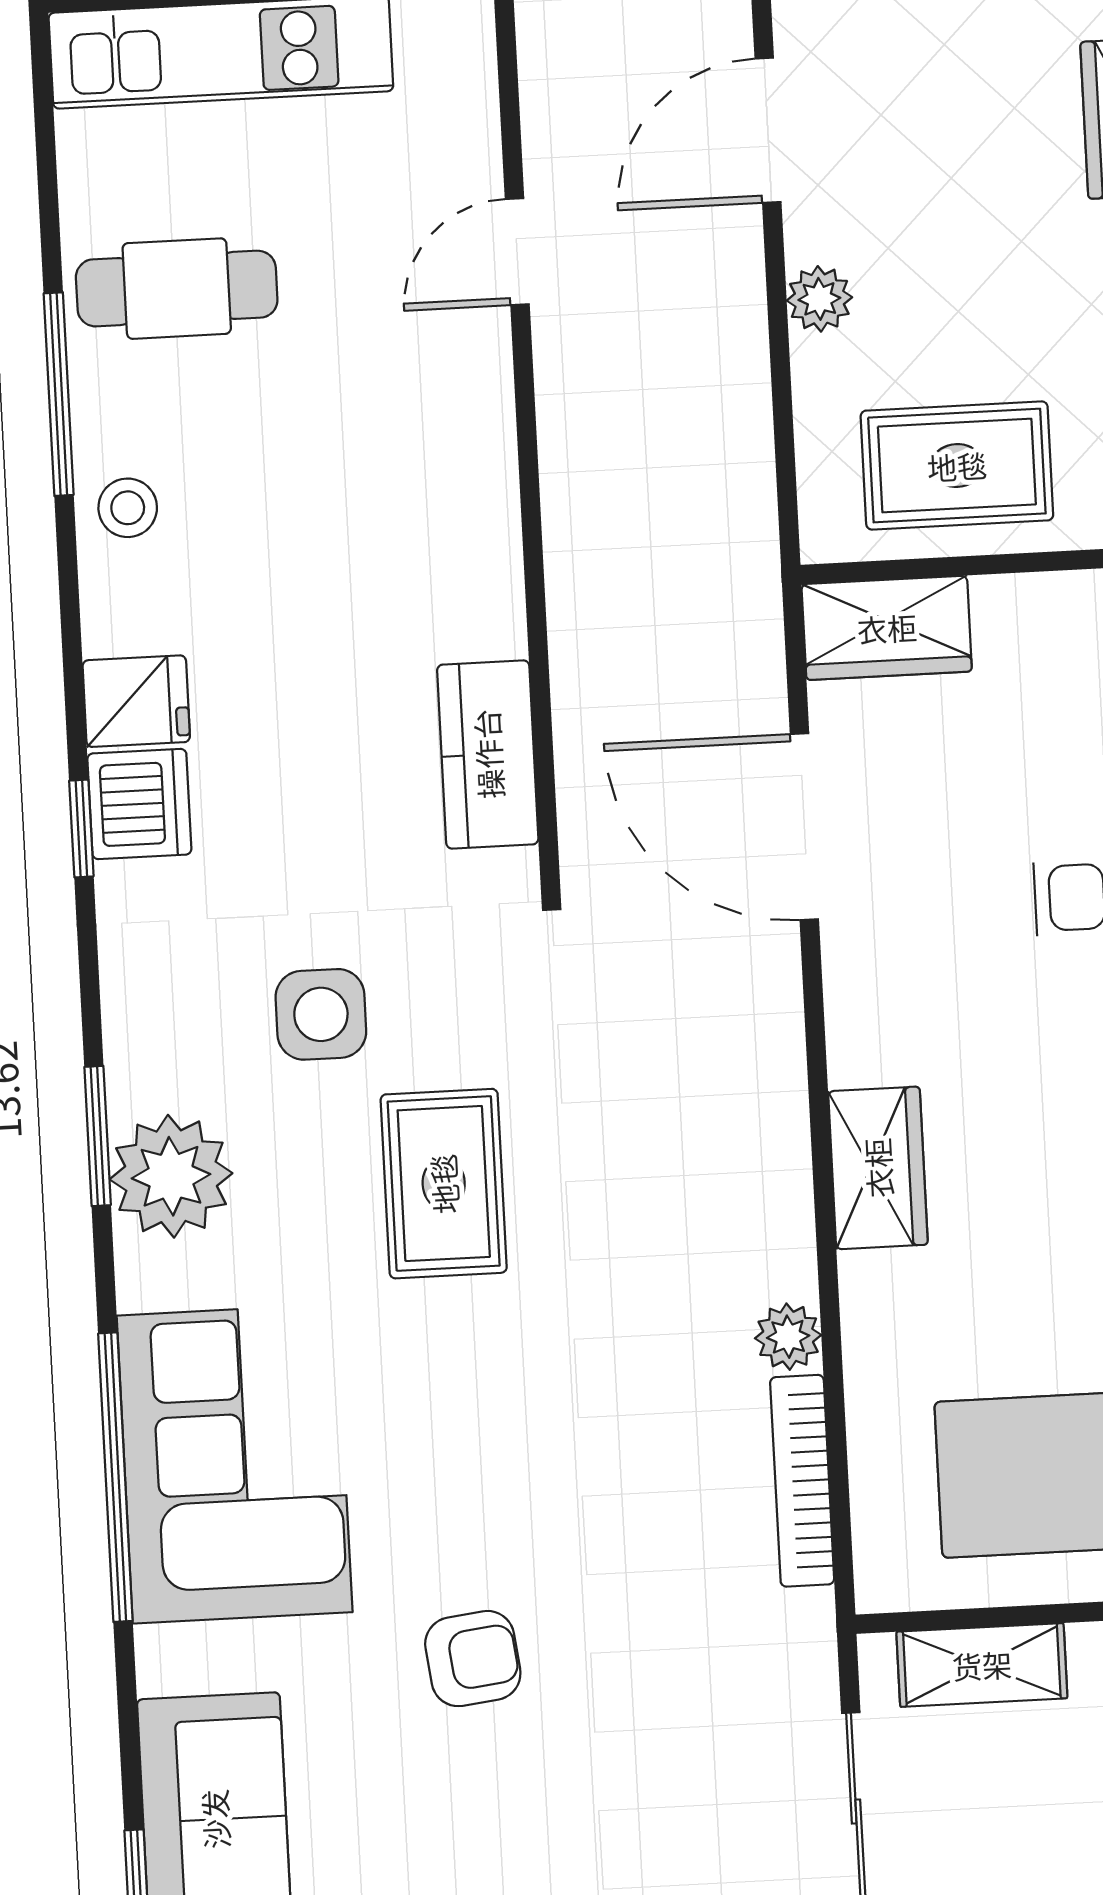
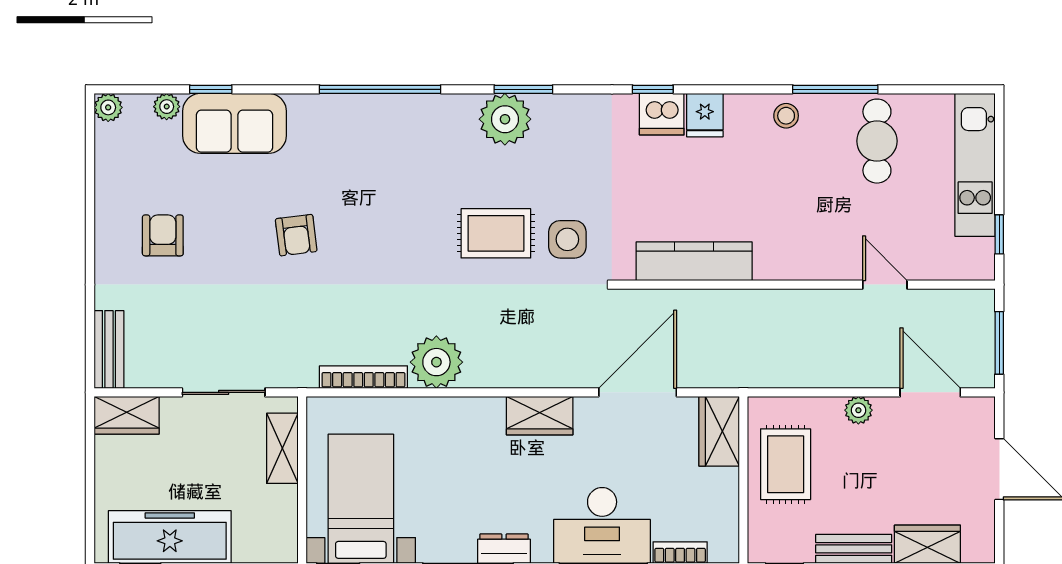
kitchen counter: (488, 754) -> (694, 261), width x1.50
side table: (321, 1014) -> (567, 239), moved
wardrobe: (878, 1168) -> (540, 416), moved
plant: (788, 1337) -> (436, 362), width x1.88, depth x1.88
corner sofa: (235, 1464) -> (383, 140), removed

